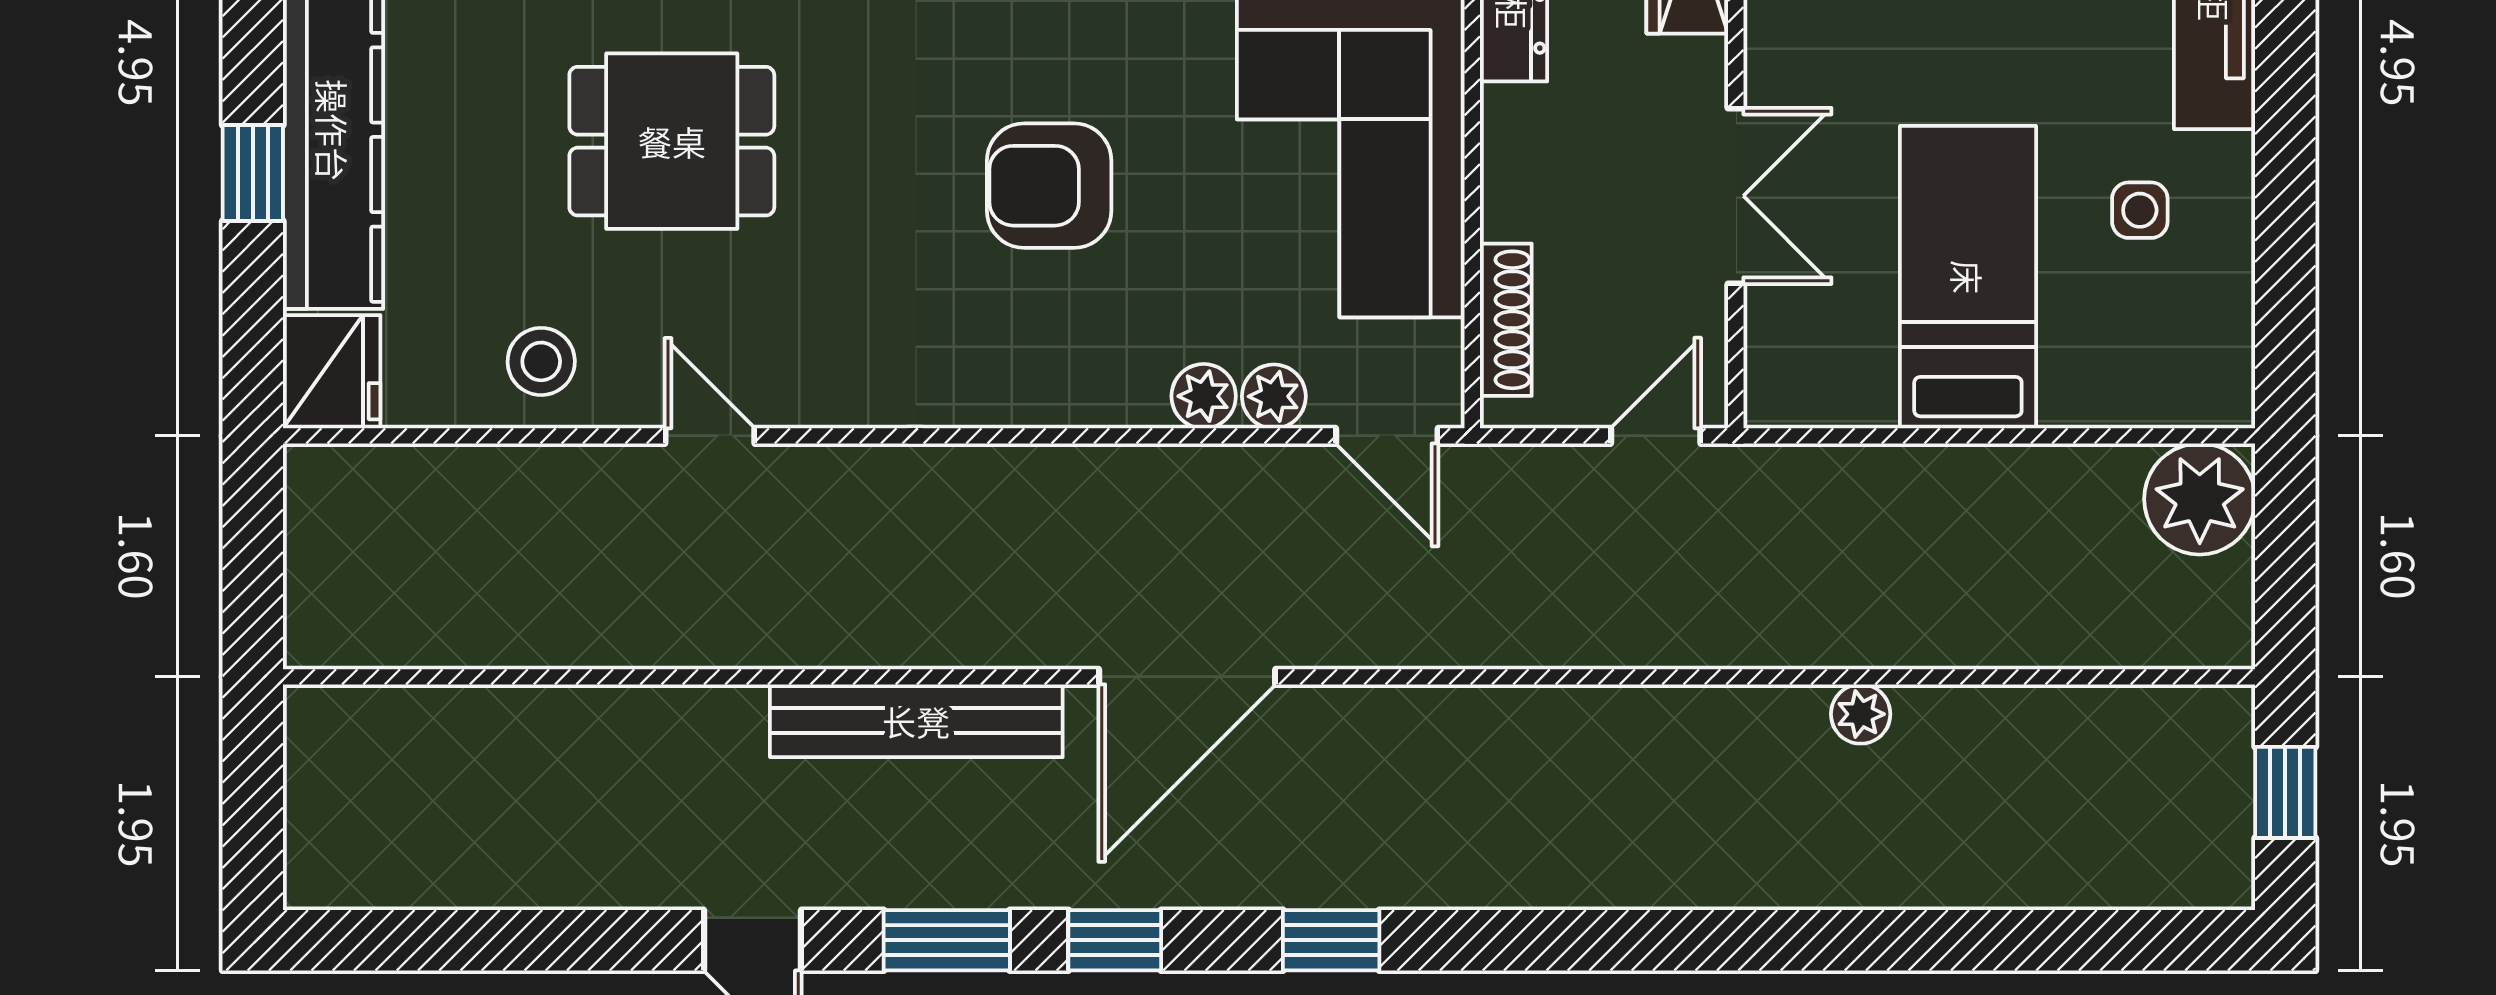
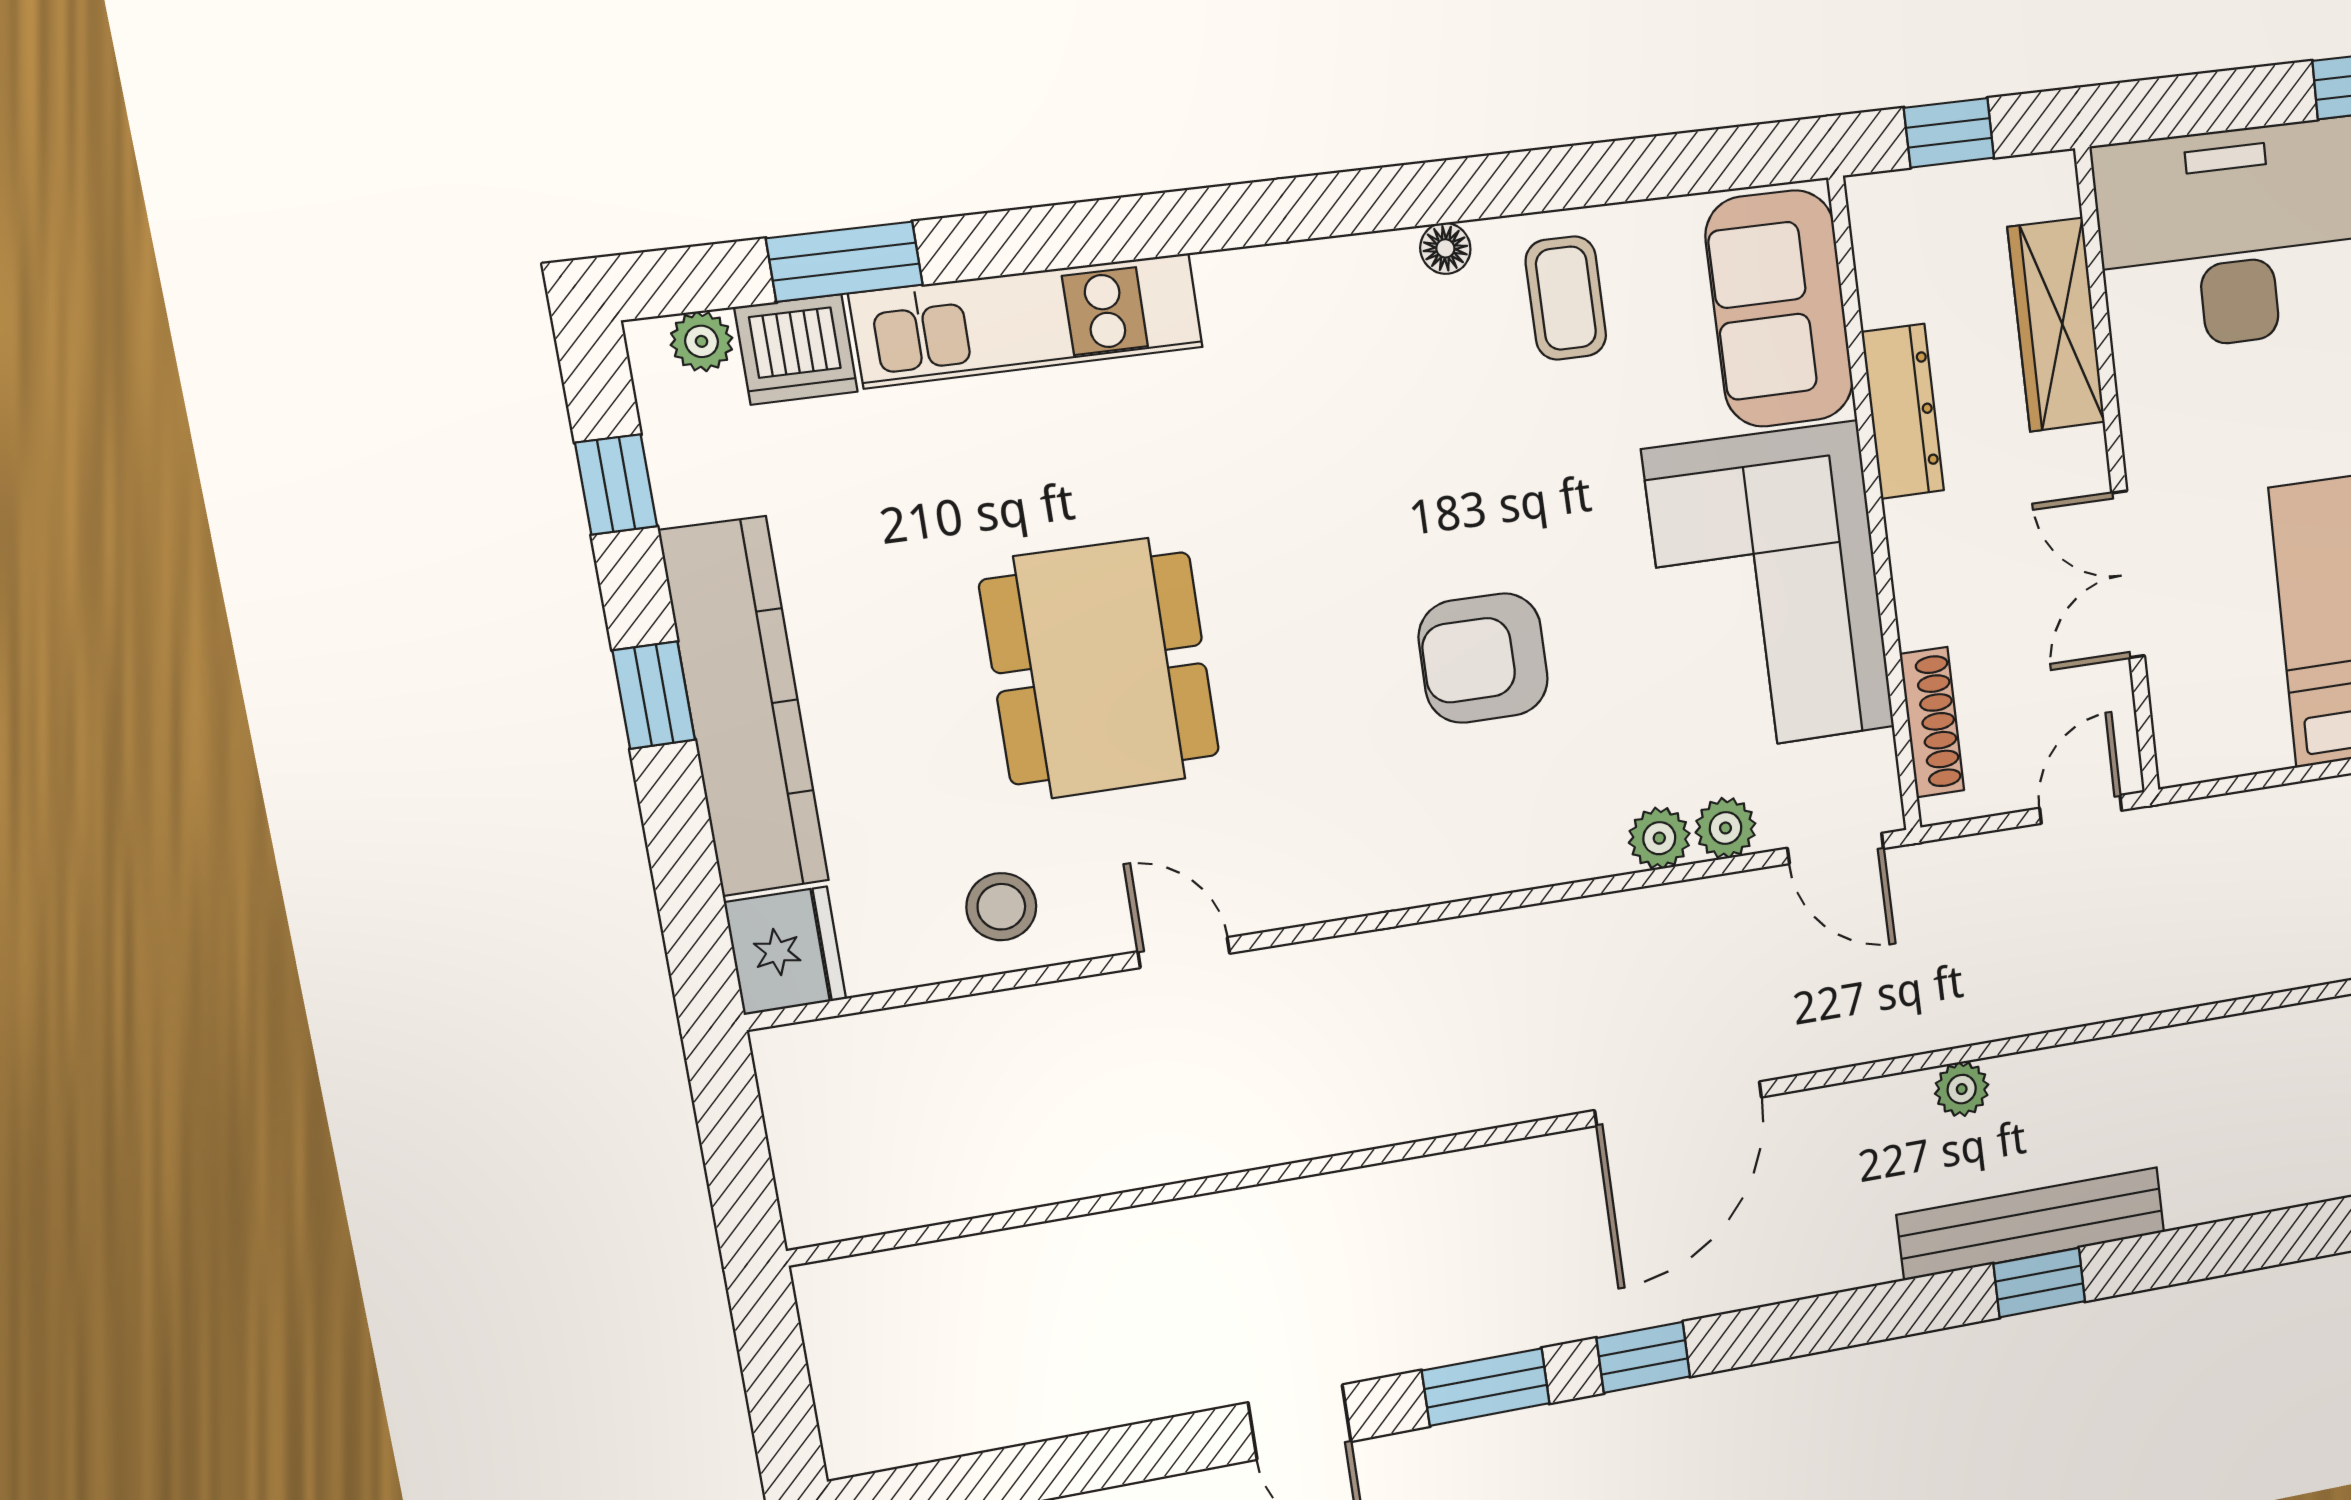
dining table: (672, 141) -> (1100, 668), width x1.38
window: (253, 173) -> (654, 695), moved
double door: (1736, 196) -> (2128, 575), swing flipped
plant: (1861, 714) -> (1962, 1089), moved
bench: (916, 721) -> (2031, 1224), moved
window: (1331, 940) -> (2039, 1283), moved

